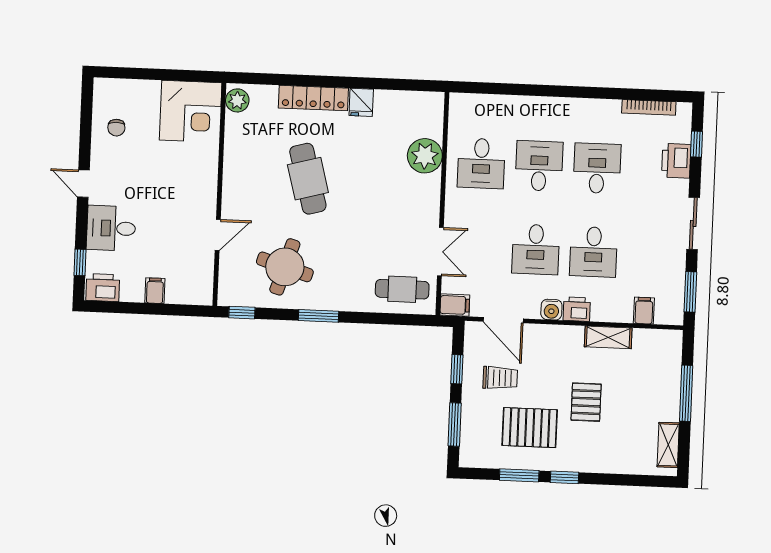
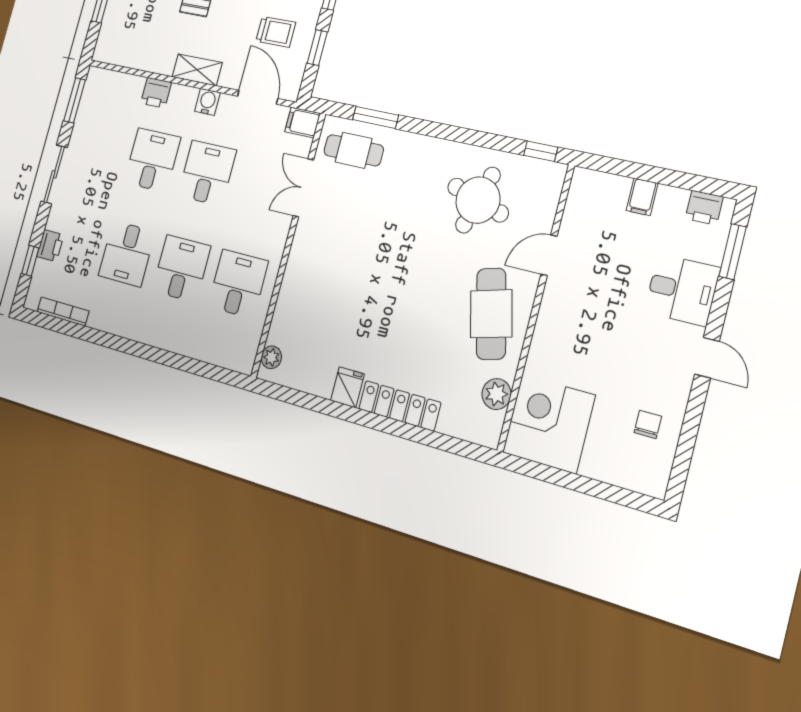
plant: (237, 100) -> (496, 394), moved
plant: (425, 156) -> (271, 357), moved, width x0.53, depth x0.53
printer: (676, 161) -> (50, 246), width x0.73, depth x0.81
desk: (539, 166) -> (181, 268), turned 180
cafe table: (308, 179) -> (491, 314), moved
window: (80, 262) -> (733, 252), width x1.50
printer: (103, 288) -> (704, 208), width x0.73, depth x0.81
printer: (577, 309) -> (156, 93), moved
filing cabinet: (644, 311) -> (121, 87), removed
window: (319, 316) -> (376, 117), moved
shelving: (608, 337) -> (197, 70), moved
trolley: (500, 378) -> (276, 32), turned 180

